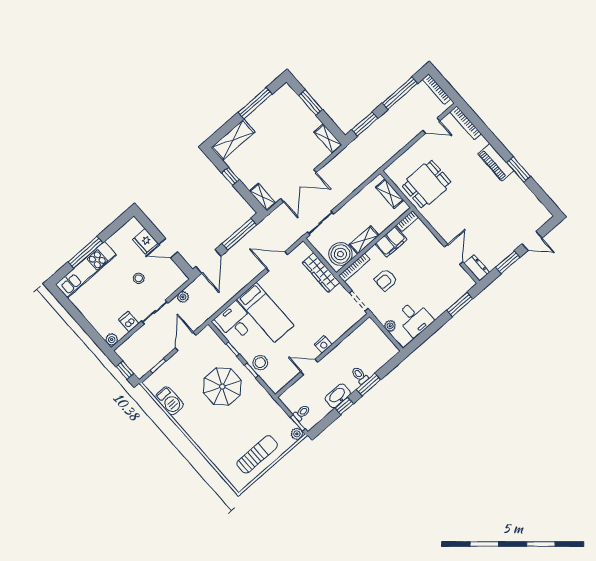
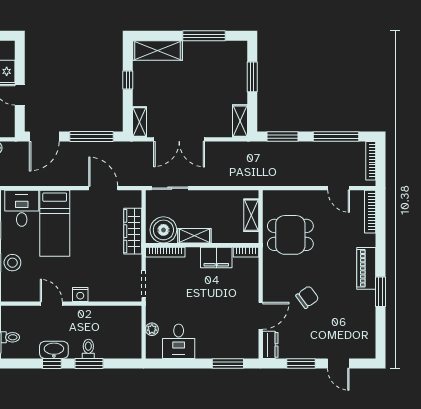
chair: (474, 215) -> (307, 297), added
armchair: (386, 280) -> (183, 286), removed

